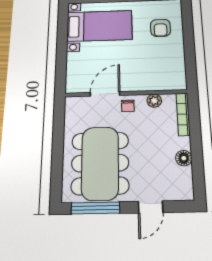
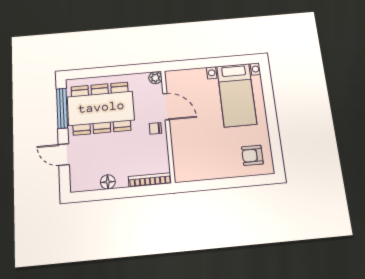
armchair: (160, 28) -> (252, 155), moved
plant: (154, 101) -> (155, 78), moved

